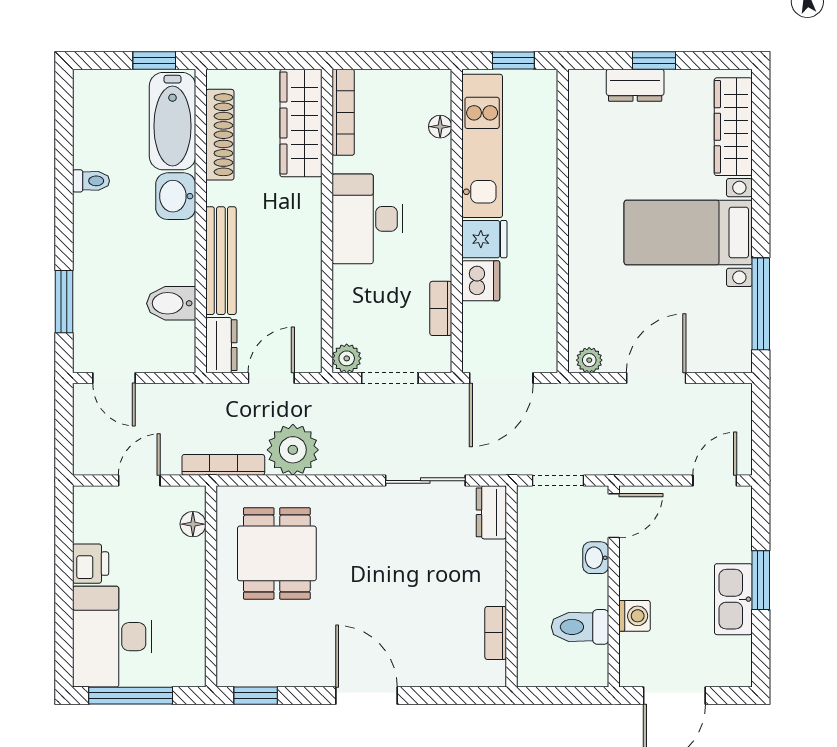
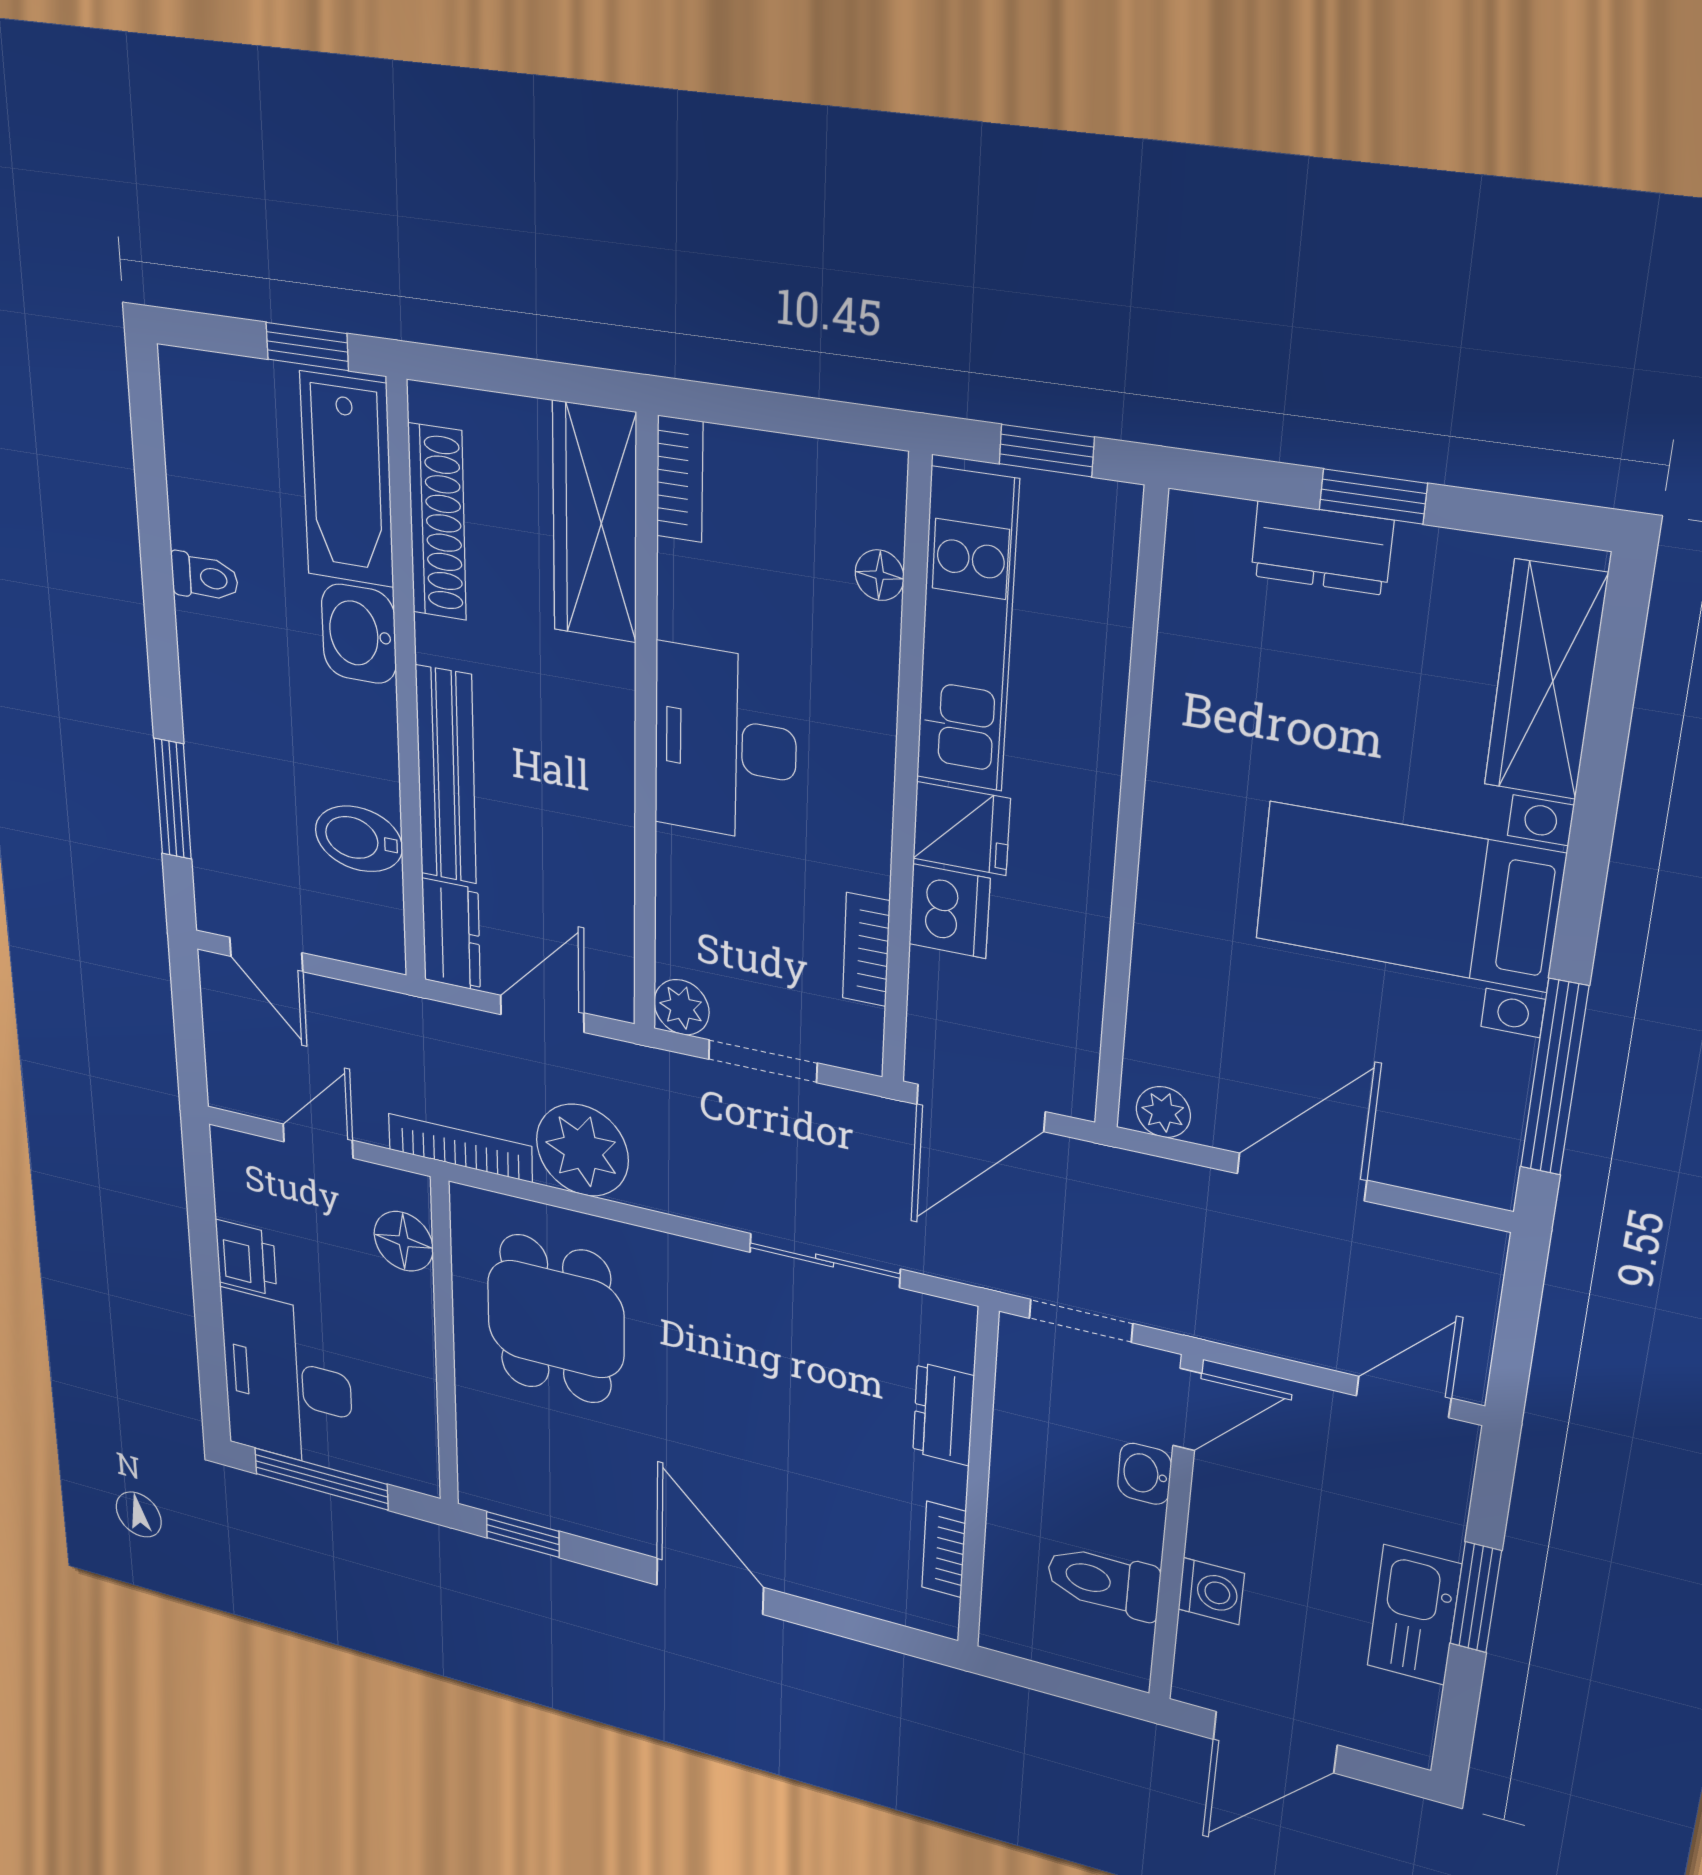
bookcase: (343, 112) -> (680, 479), width x0.64
dresser: (491, 512) -> (943, 1414), moved
floor lamp: (193, 524) -> (404, 1241), width x1.37, depth x1.37

